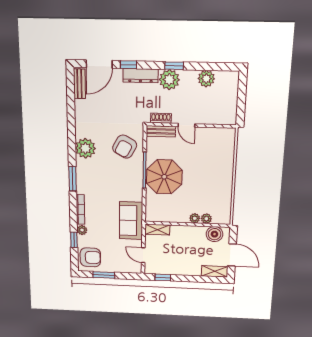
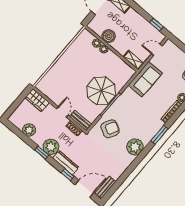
wardrobe: (222, 117) -> (37, 100), added
boiler: (215, 234) -> (109, 36), moved
door: (143, 255) -> (157, 50), swing flipped

